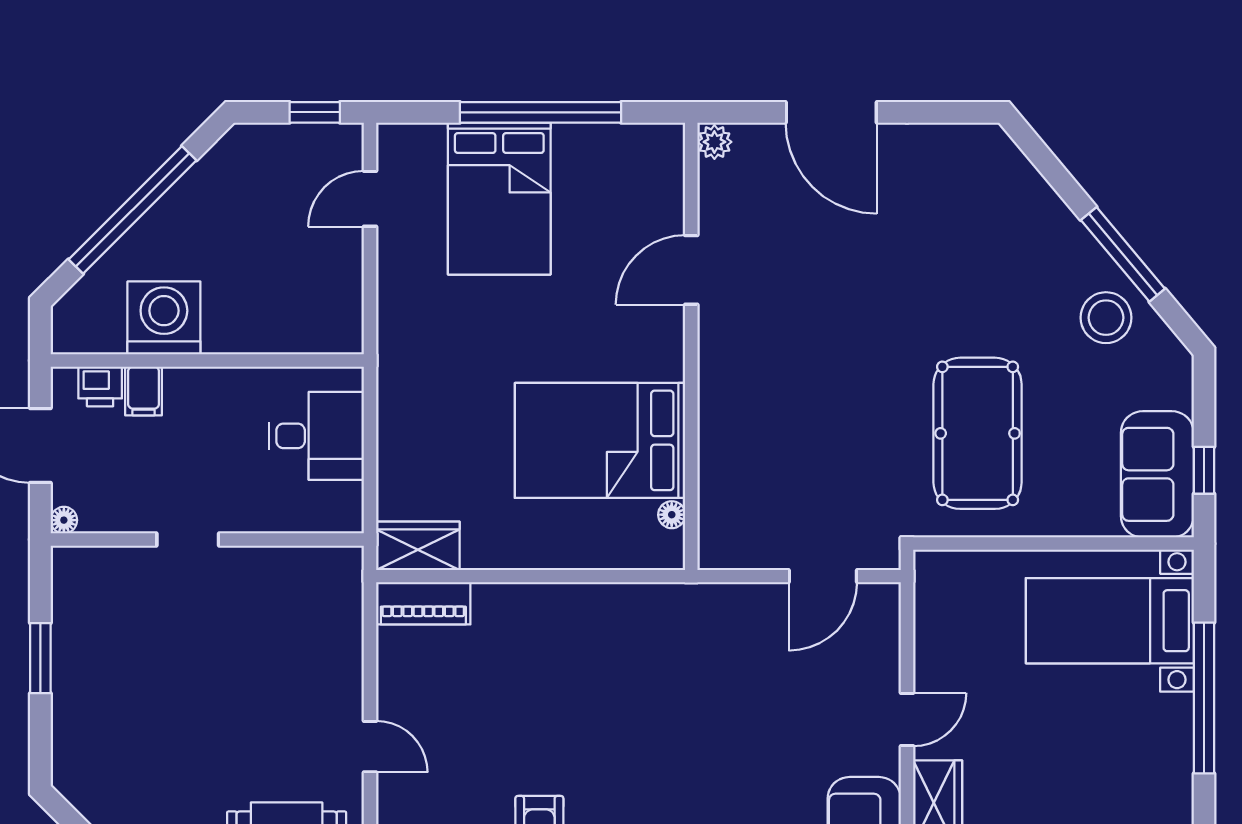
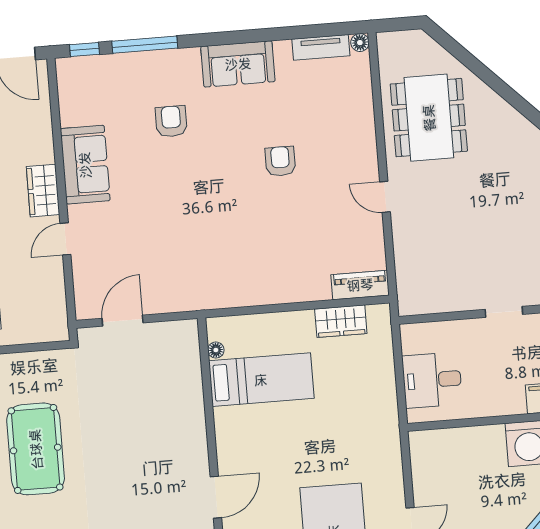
pool table: (978, 433) -> (36, 449), moved
bed: (600, 440) -> (261, 380), width x0.67
wardrobe: (418, 546) -> (341, 321), moved

